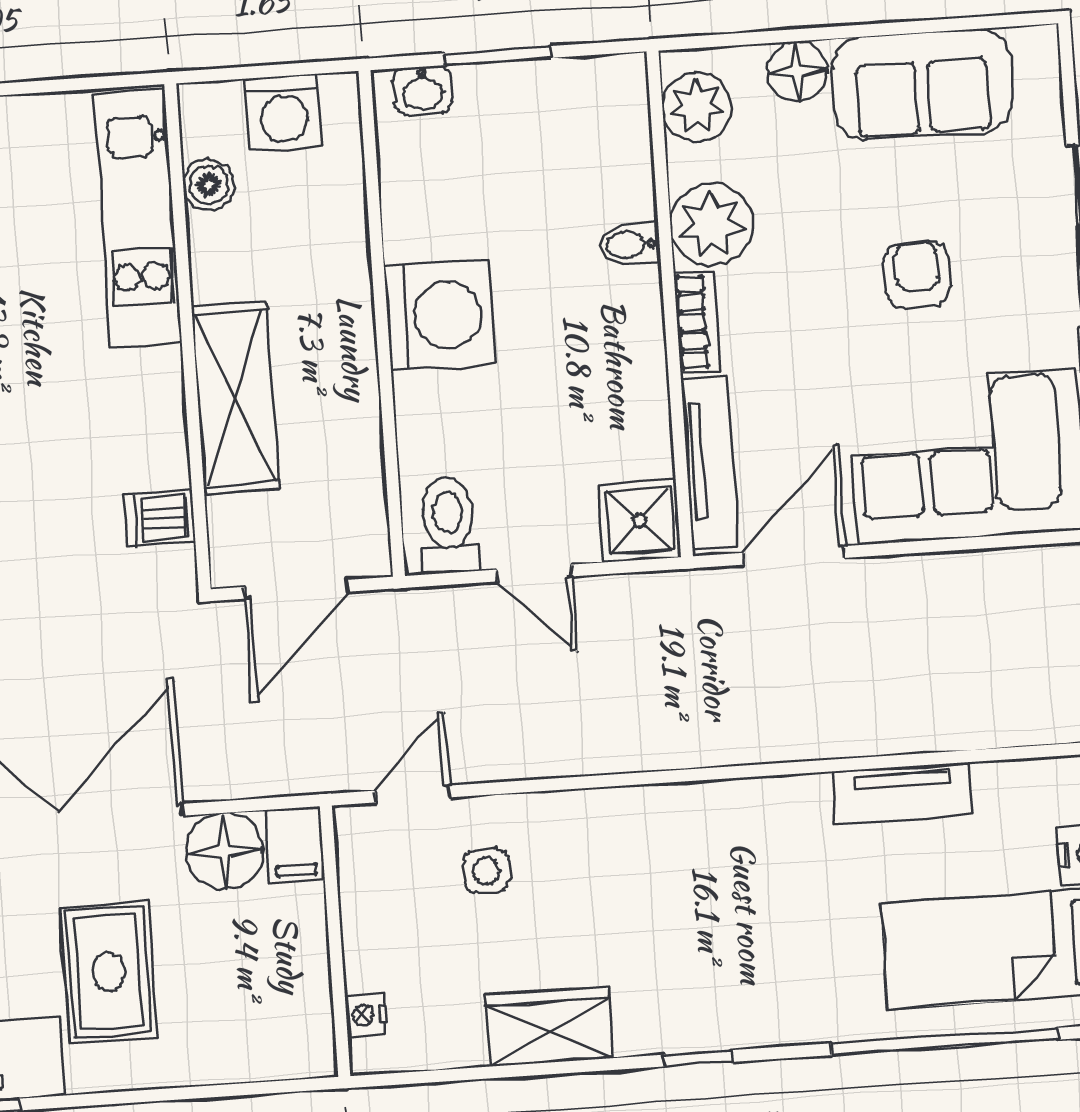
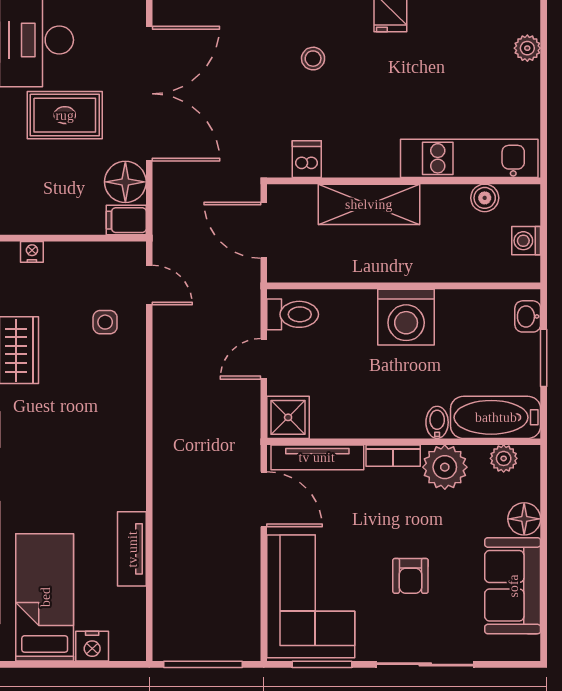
plant: (697, 107) -> (504, 458), width x0.73, depth x0.73
washing machine: (283, 113) -> (526, 241), width x0.73, depth x0.73
bathtub: (613, 137) -> (496, 417), added
armchair: (917, 274) -> (410, 576), turned 90

